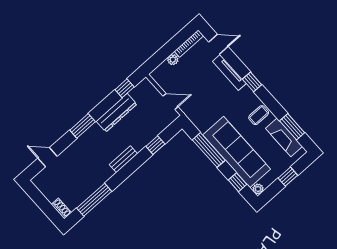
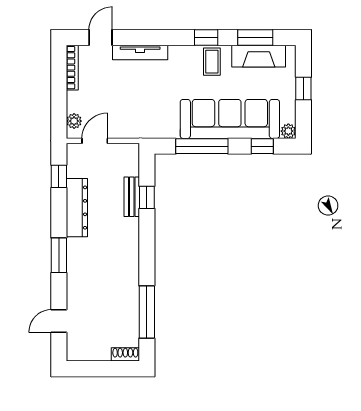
plant: (173, 60) -> (74, 121), moved
window: (252, 82) -> (206, 37), moved
door: (170, 101) -> (95, 141), moved
bench: (123, 159) -> (132, 197), moved

